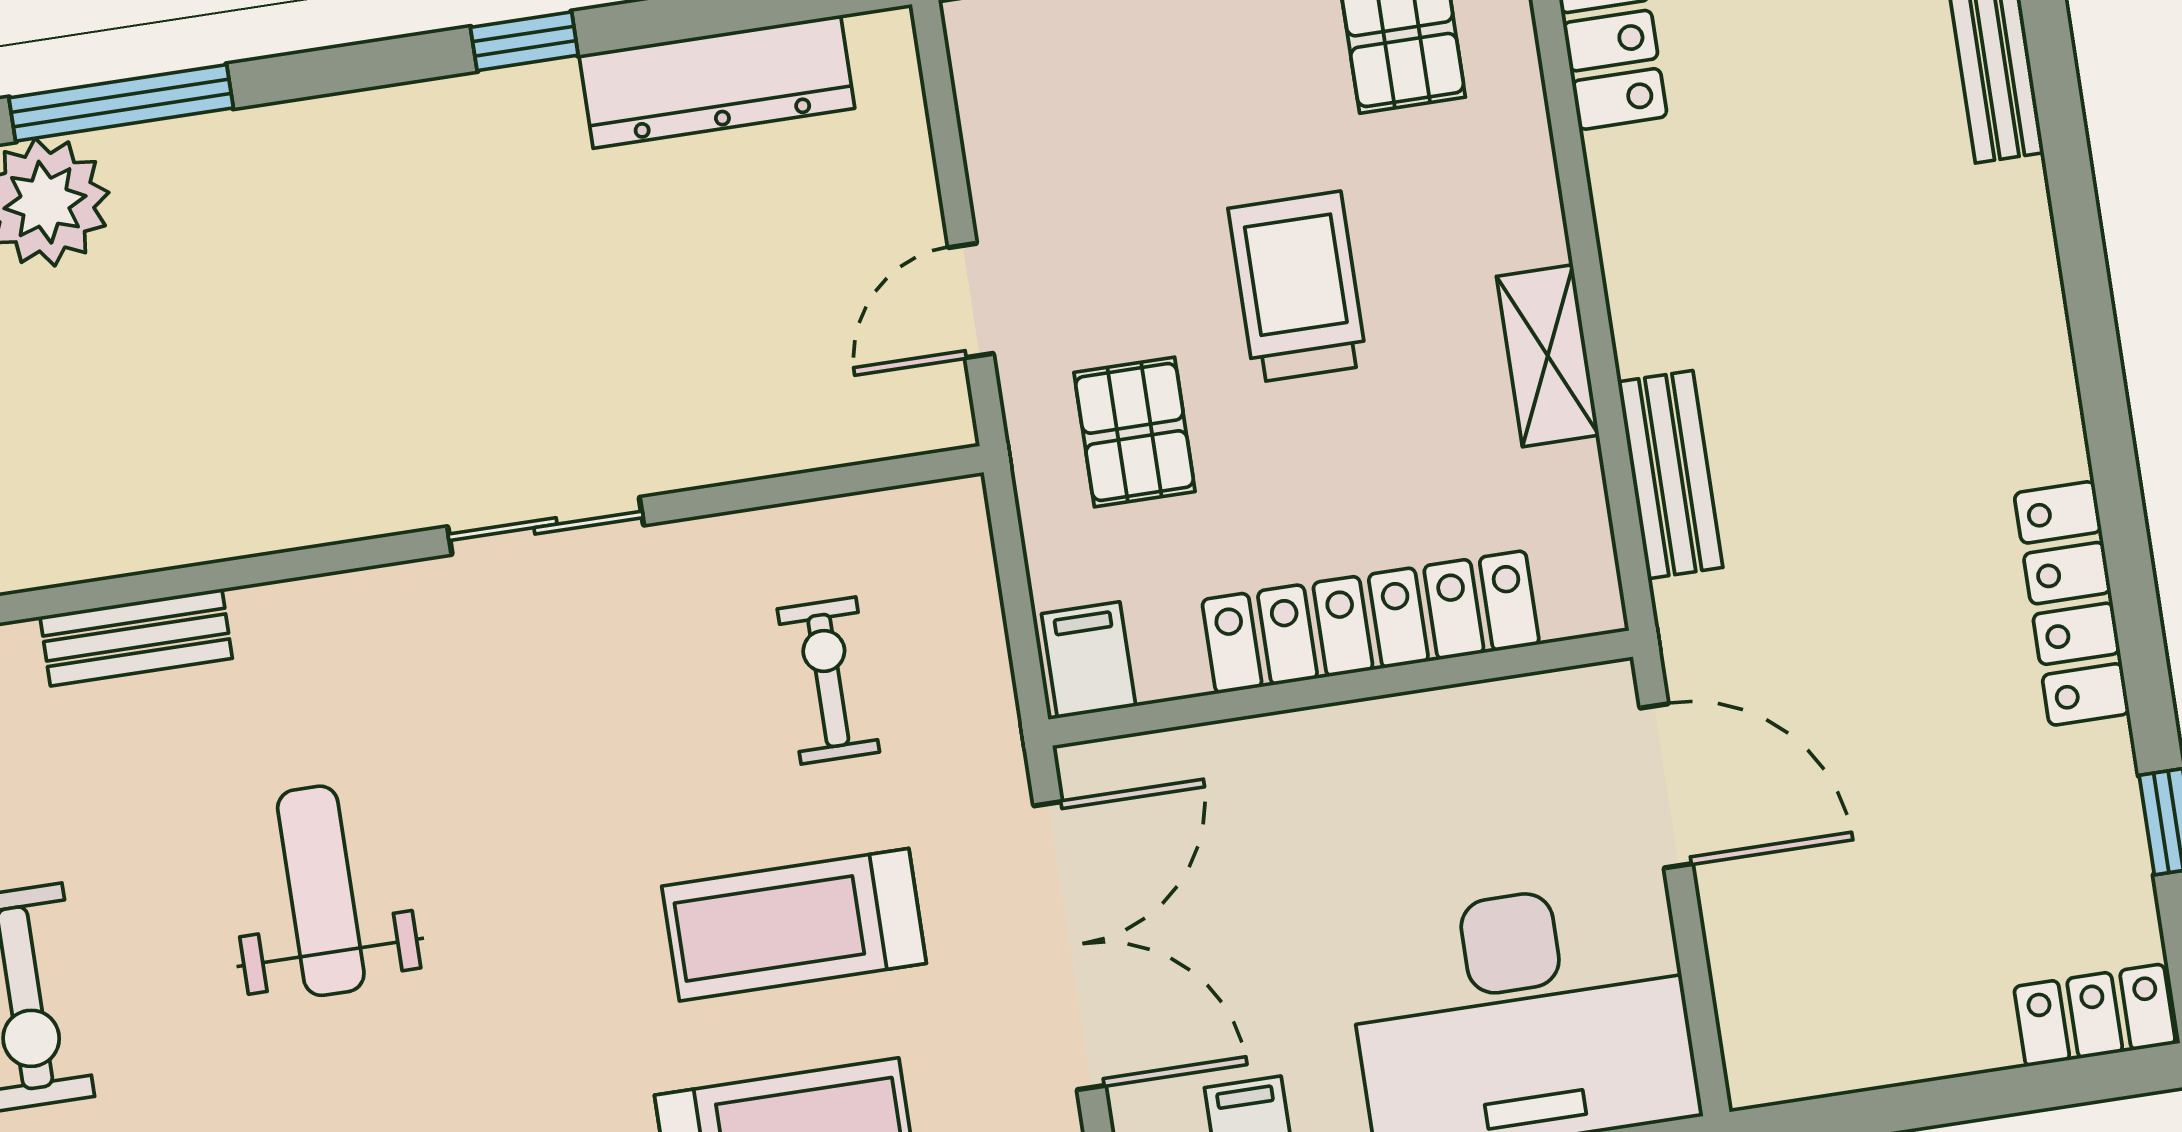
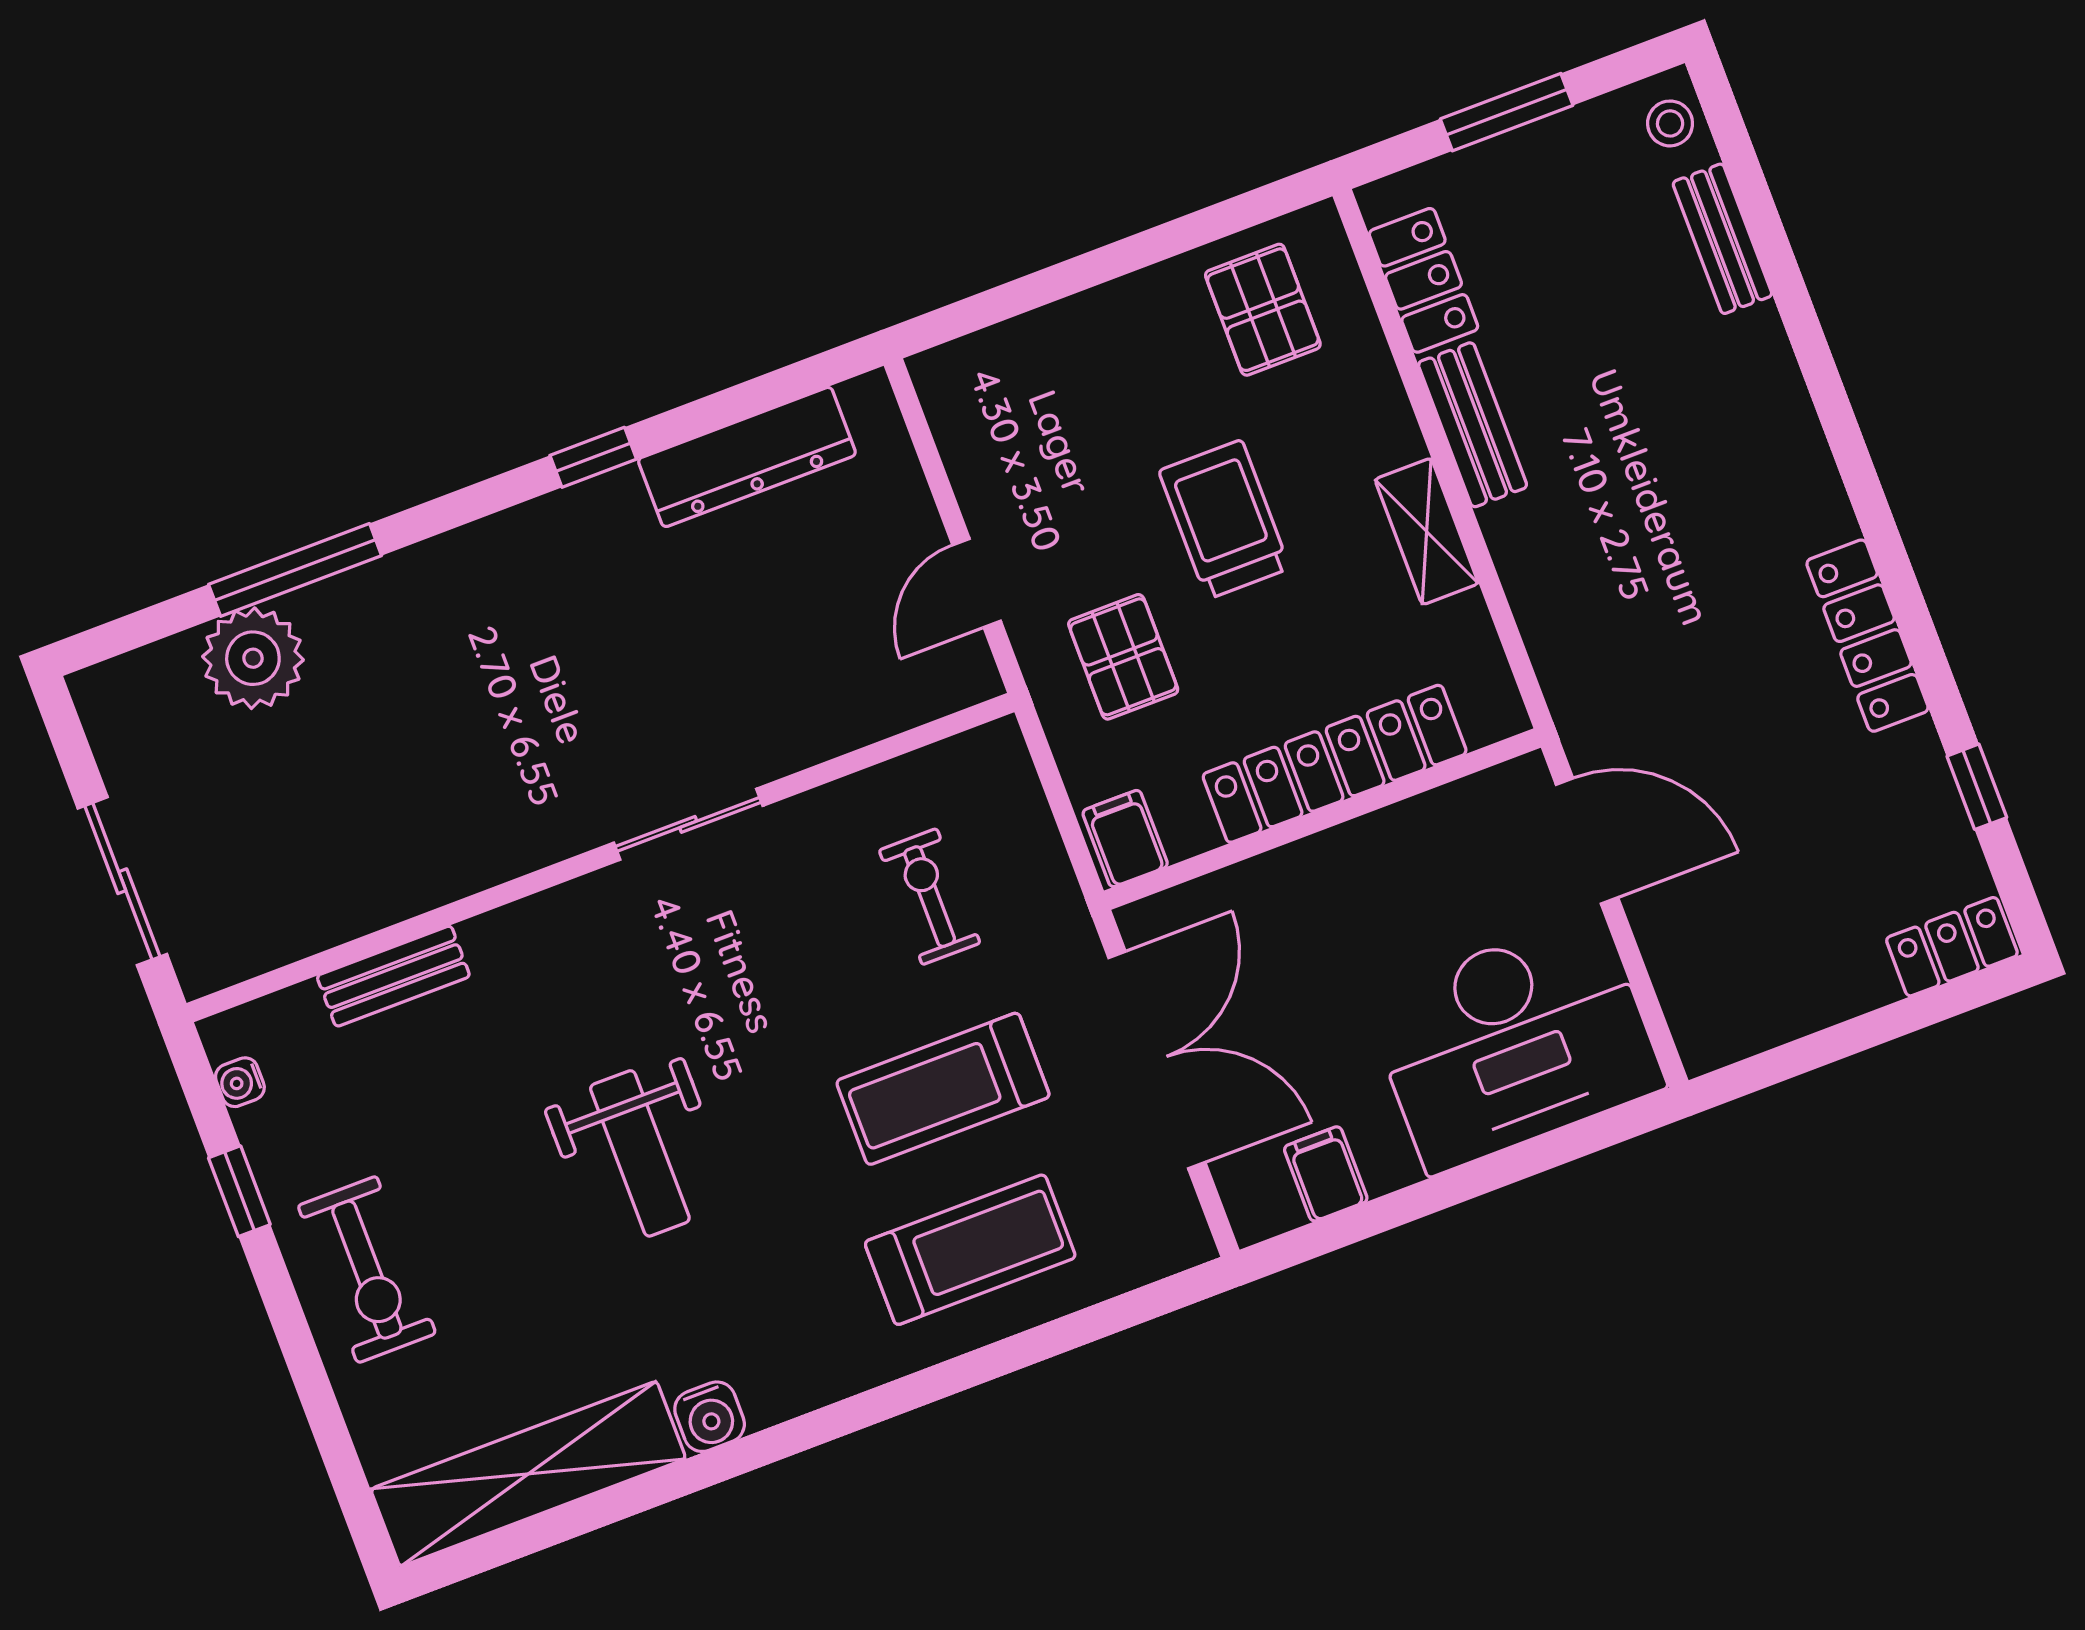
bench: (1670, 475) -> (1473, 425), moved
weight bench: (321, 891) -> (640, 1153), moved, turned 180

